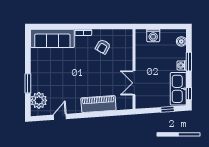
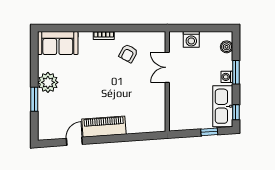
sofa: (52, 38) -> (58, 43), width x0.73
double door: (134, 83) -> (167, 67), moved
plant: (39, 100) -> (48, 82), moved
piano: (98, 104) -> (104, 127), moved

